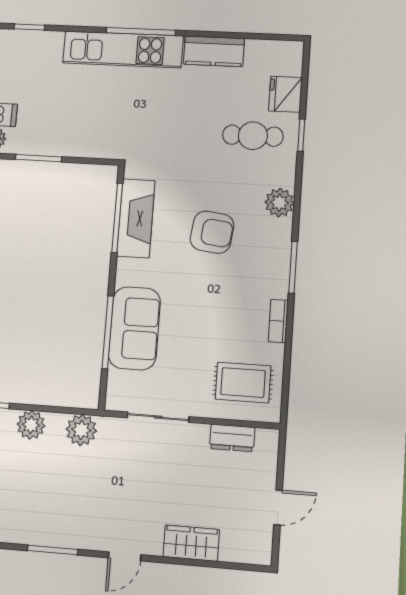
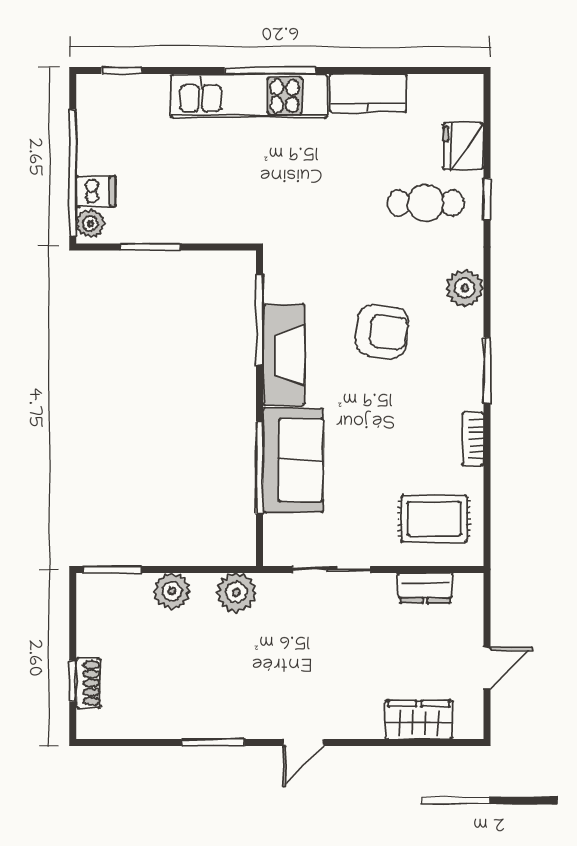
fireplace: (136, 218) -> (284, 355), moved
wardrobe: (191, 543) -> (419, 720), moved

